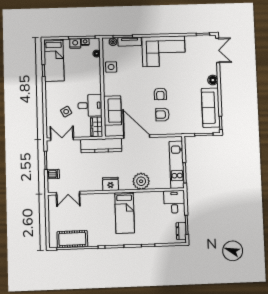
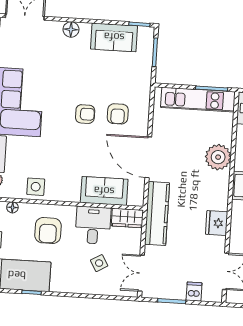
armchair: (84, 77) -> (48, 231), added
sofa: (211, 108) -> (114, 37), width x0.73
door: (137, 137) -> (148, 157), hinge flipped
fridge: (110, 184) -> (217, 223), moved

